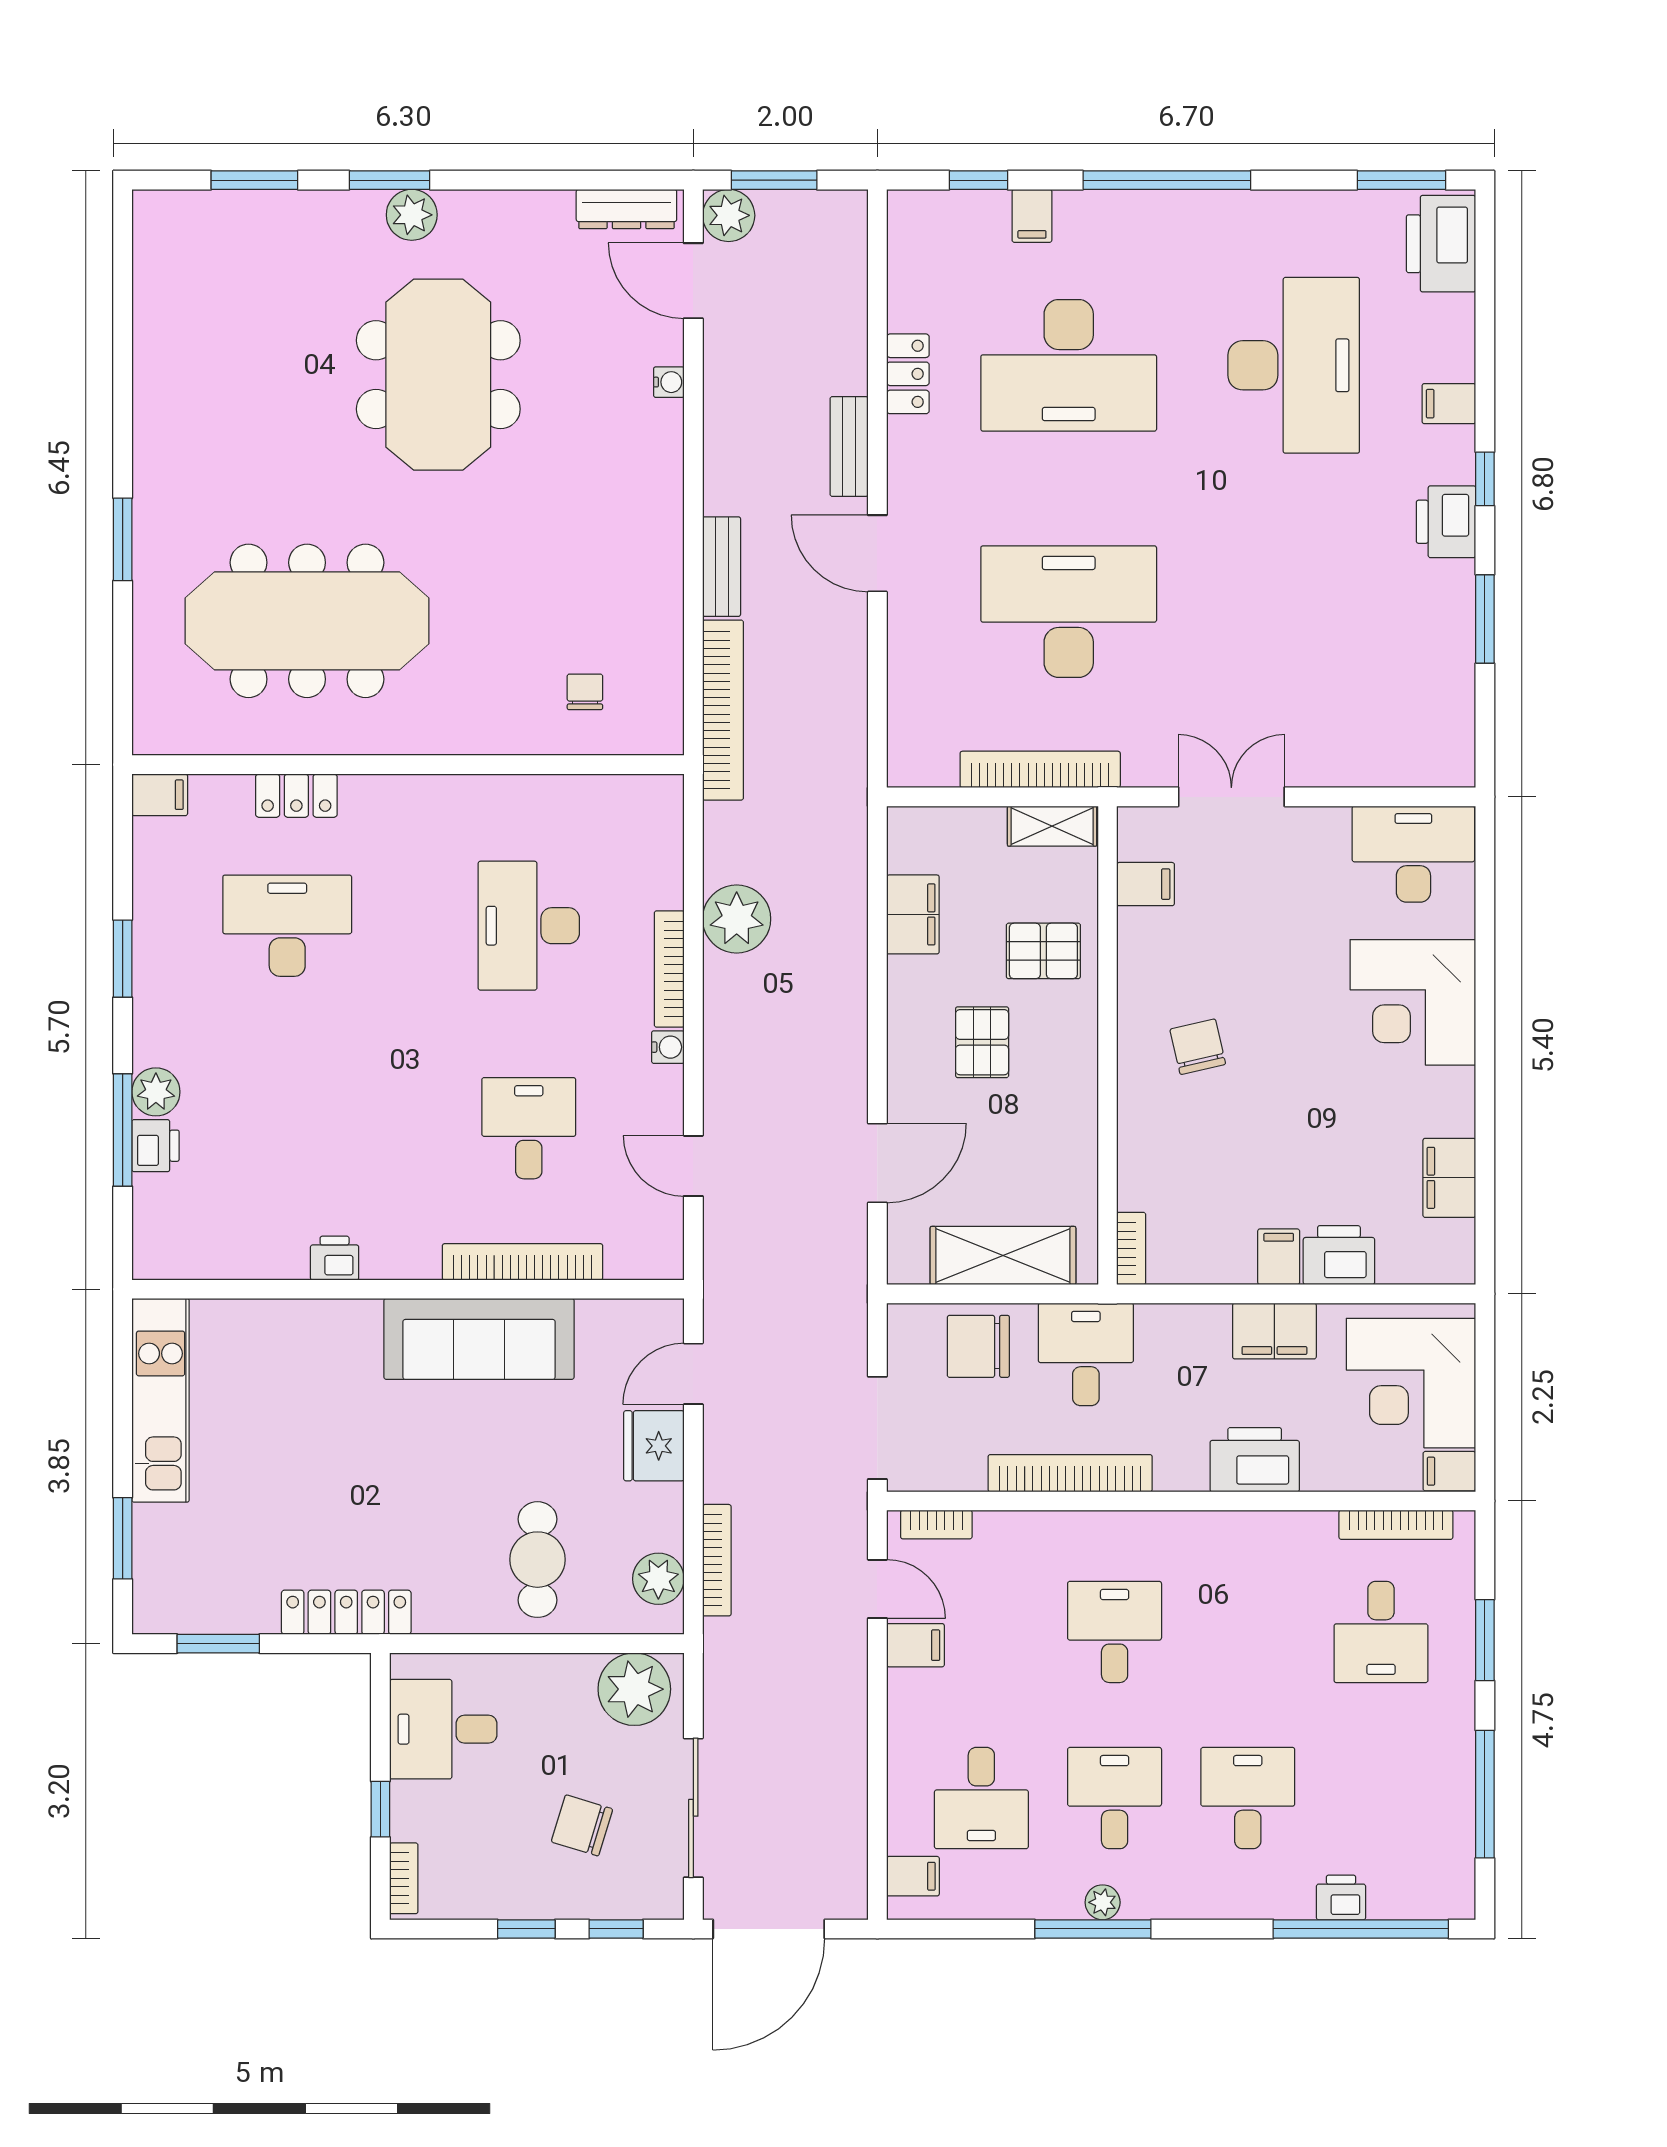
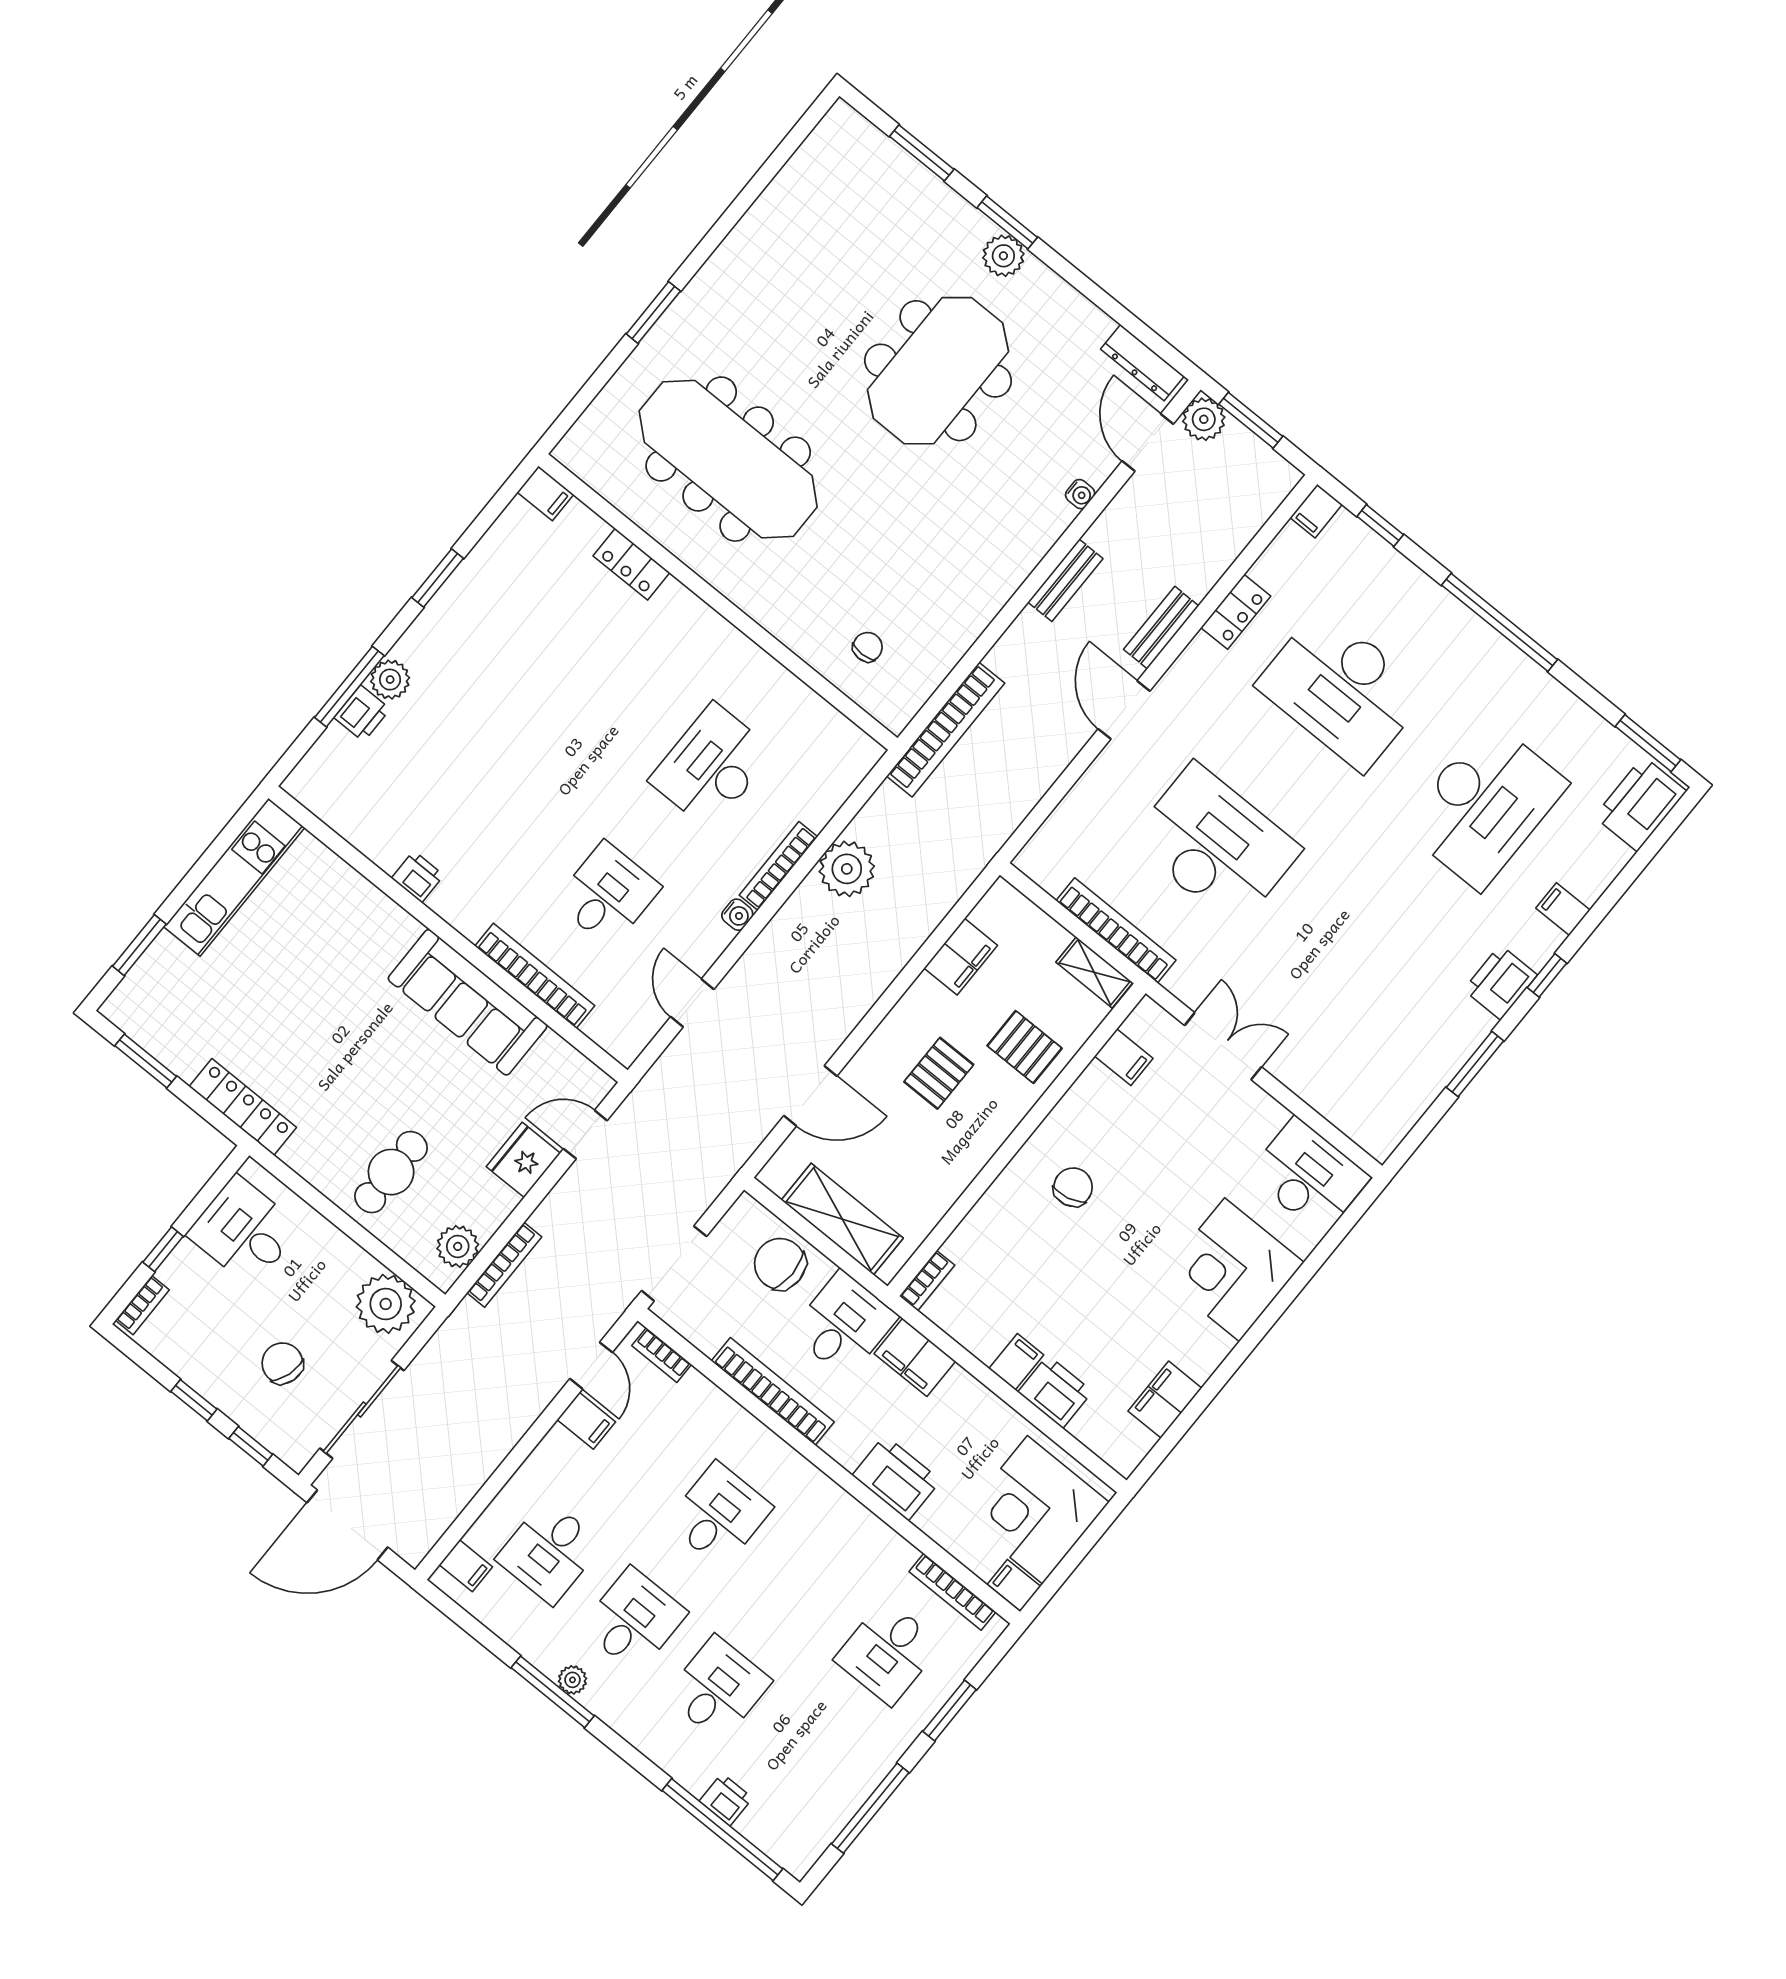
filing cabinet: (1032, 216) -> (1316, 511), moved
bench: (722, 567) -> (1065, 580), moved
desk: (287, 926) -> (559, 642), removed
filing cabinet: (1274, 1331) -> (915, 1357), moved

